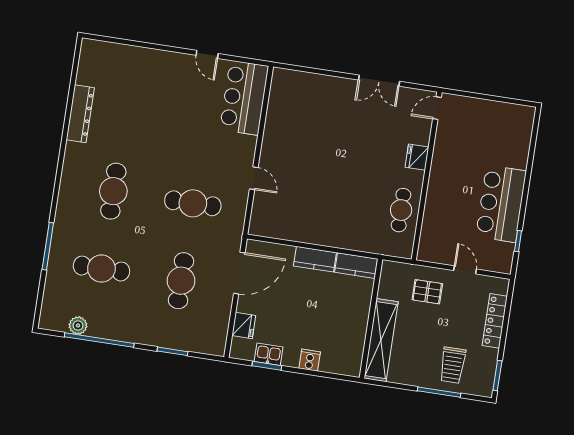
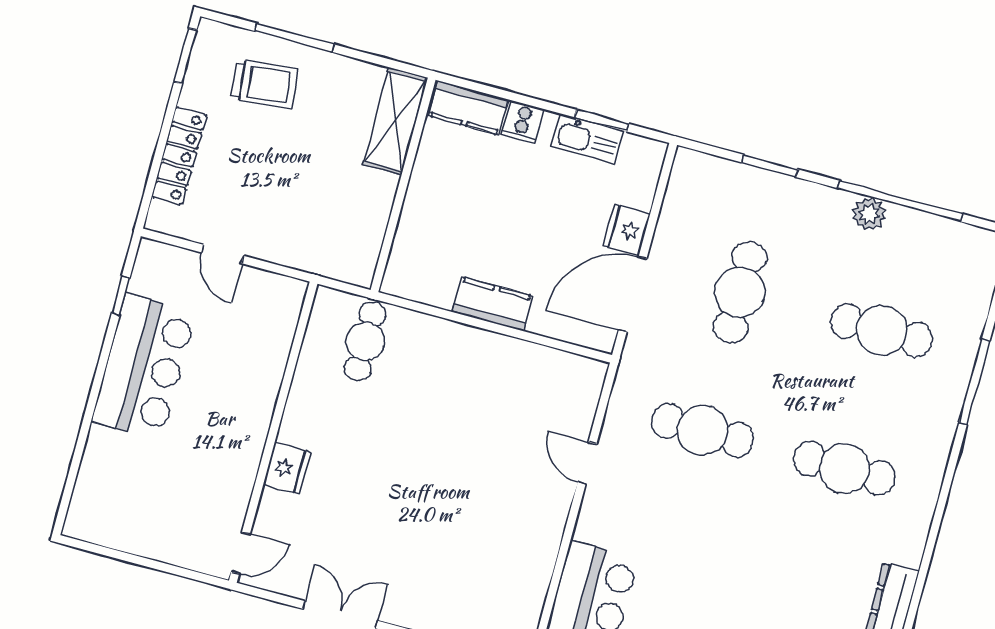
cafe table: (113, 191) -> (844, 468), turned 90
cafe table: (401, 210) -> (365, 341), moved
kitchen counter: (356, 266) -> (468, 108), moved, turned 180
pallet: (427, 292) -> (296, 222), removed
plant: (78, 325) -> (869, 214), moved
fridge: (244, 325) -> (627, 230), moved
shelving: (381, 340) -> (395, 121), width x0.68
kitchen sink: (269, 354) -> (587, 139), width x1.38
trolley: (453, 365) -> (265, 84), turned 84

